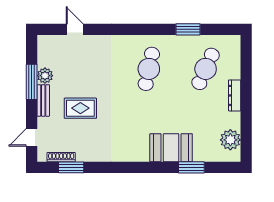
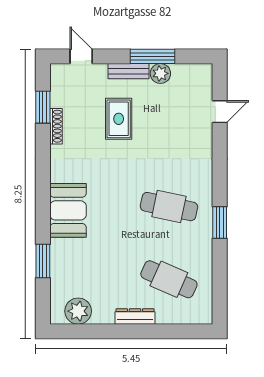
window: (188, 29) -> (220, 223), moved
booth: (171, 148) -> (68, 210), moved
shoe rack: (61, 157) -> (56, 126), moved

